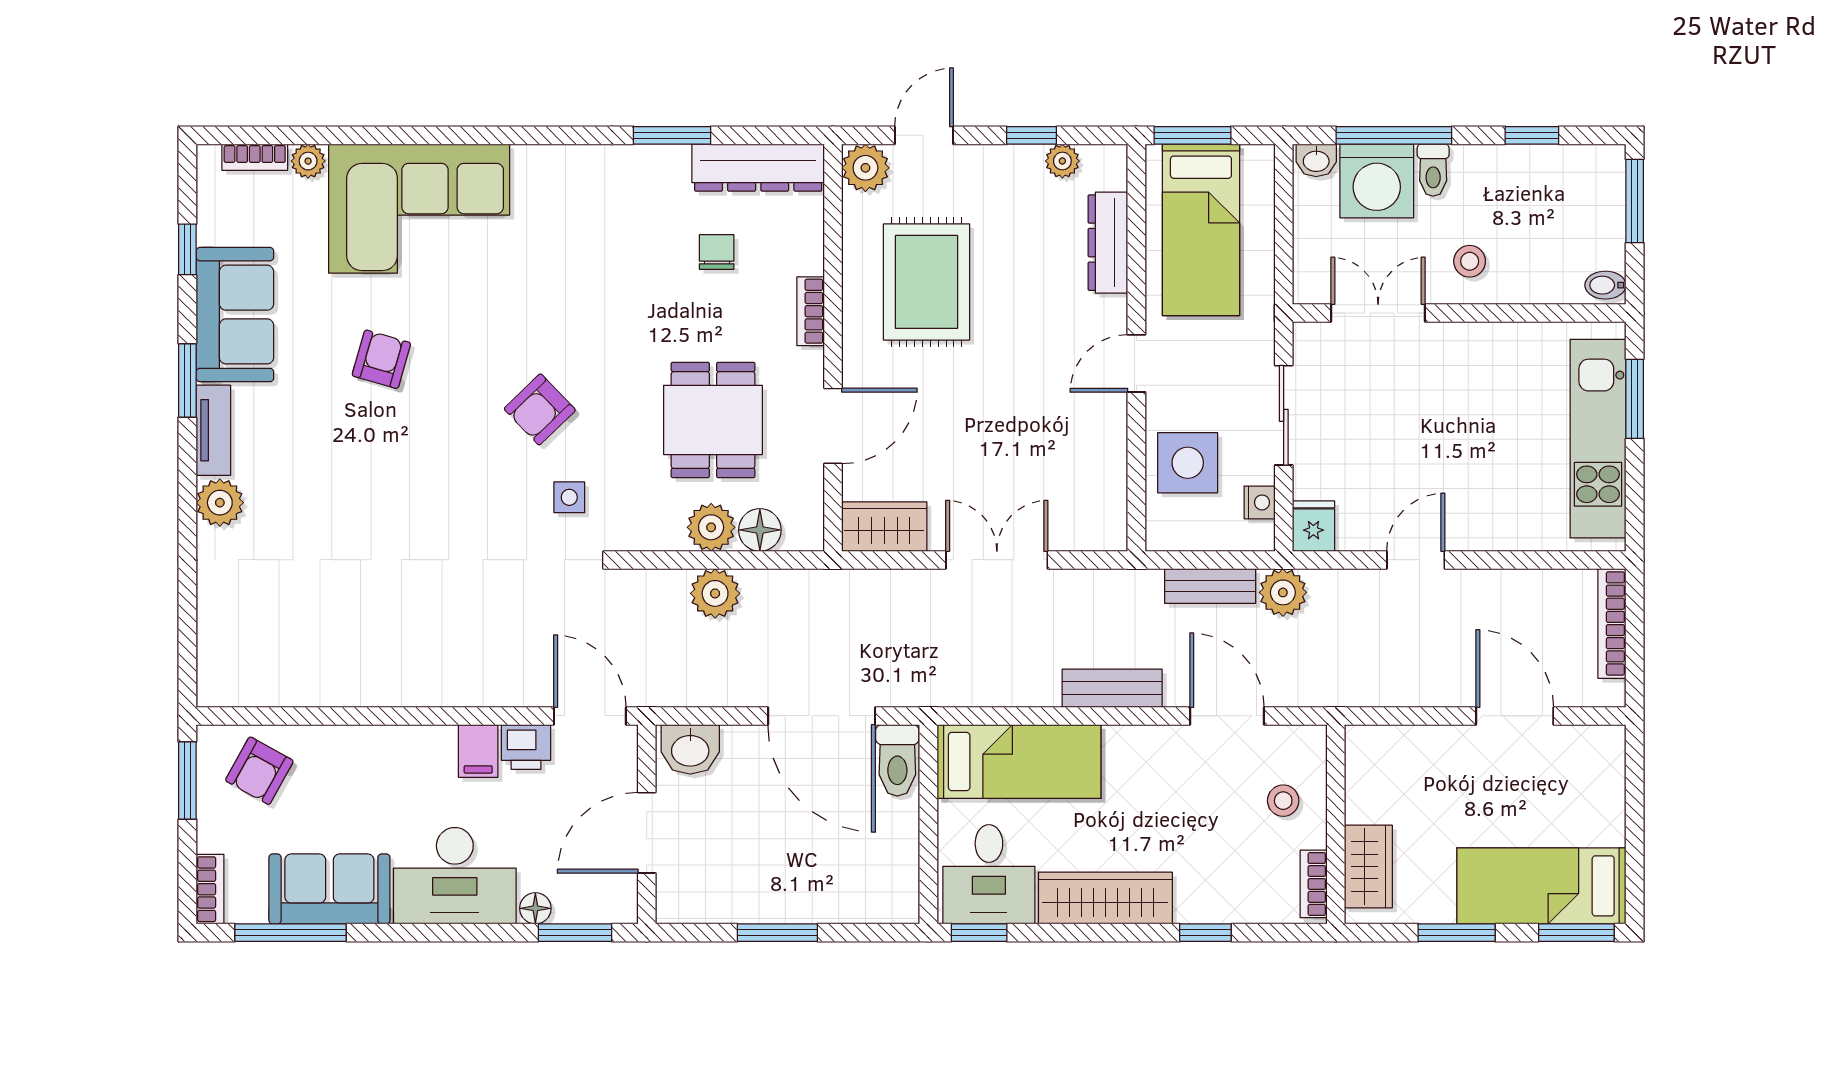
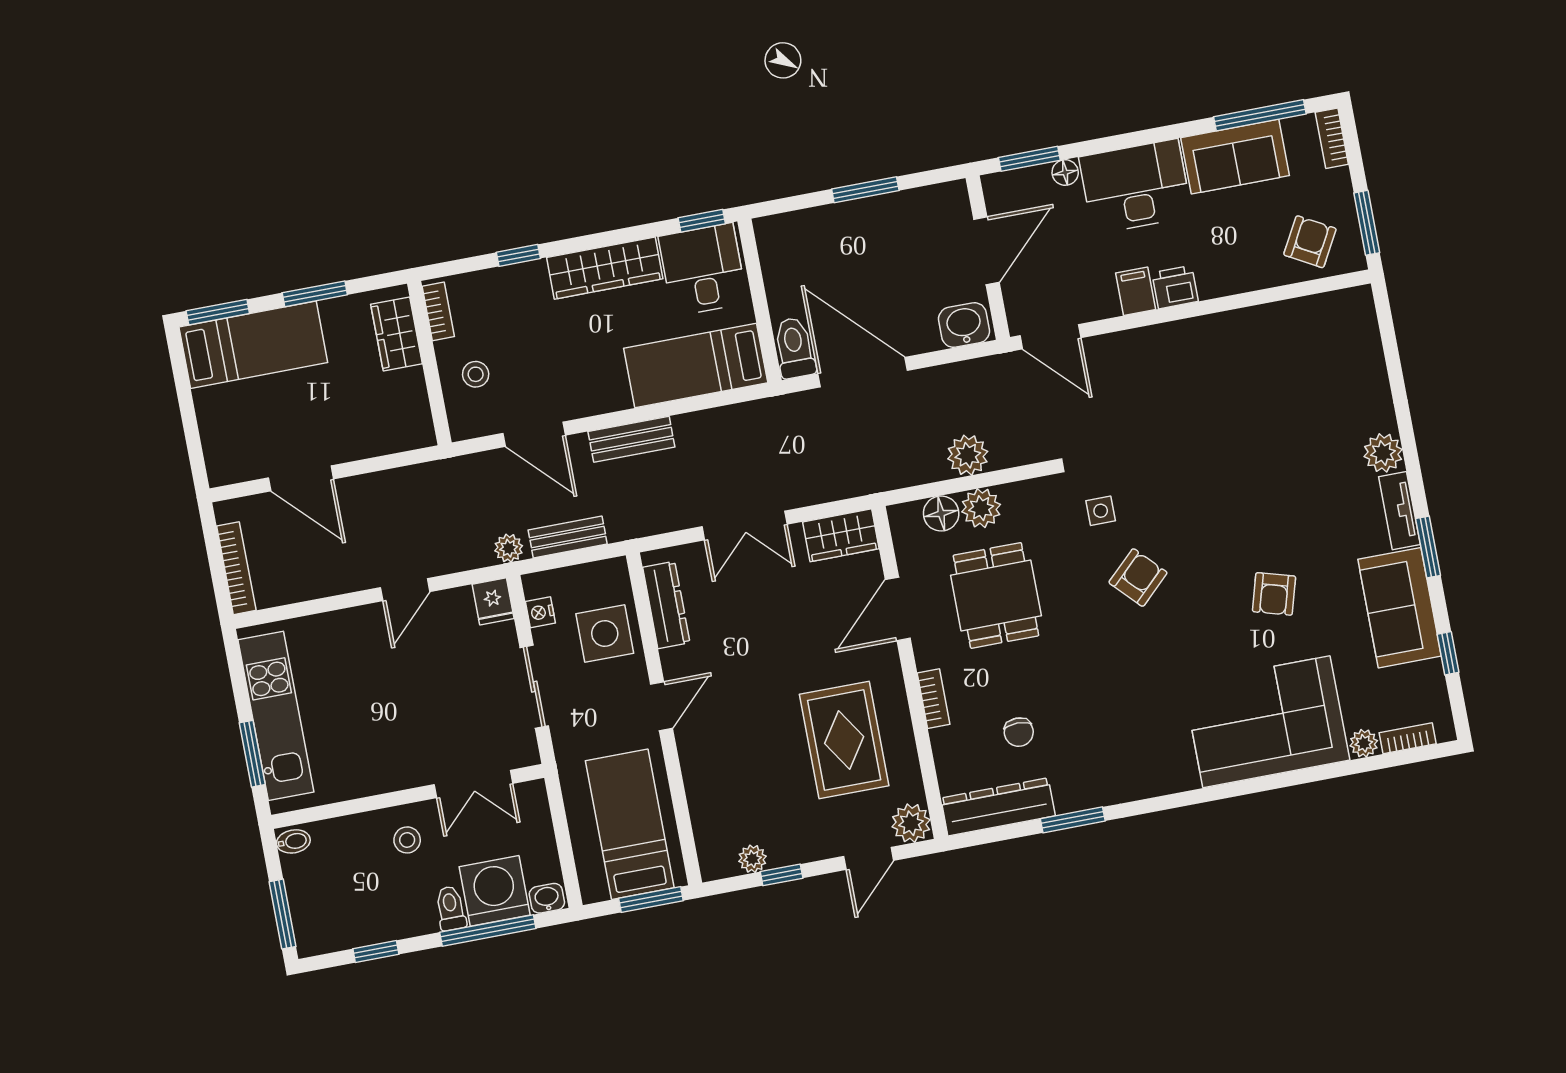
dresser: (1108, 243) -> (666, 605), moved
plant: (1283, 592) -> (509, 548), width x0.73, depth x0.73
printer: (526, 747) -> (1175, 287), moved

